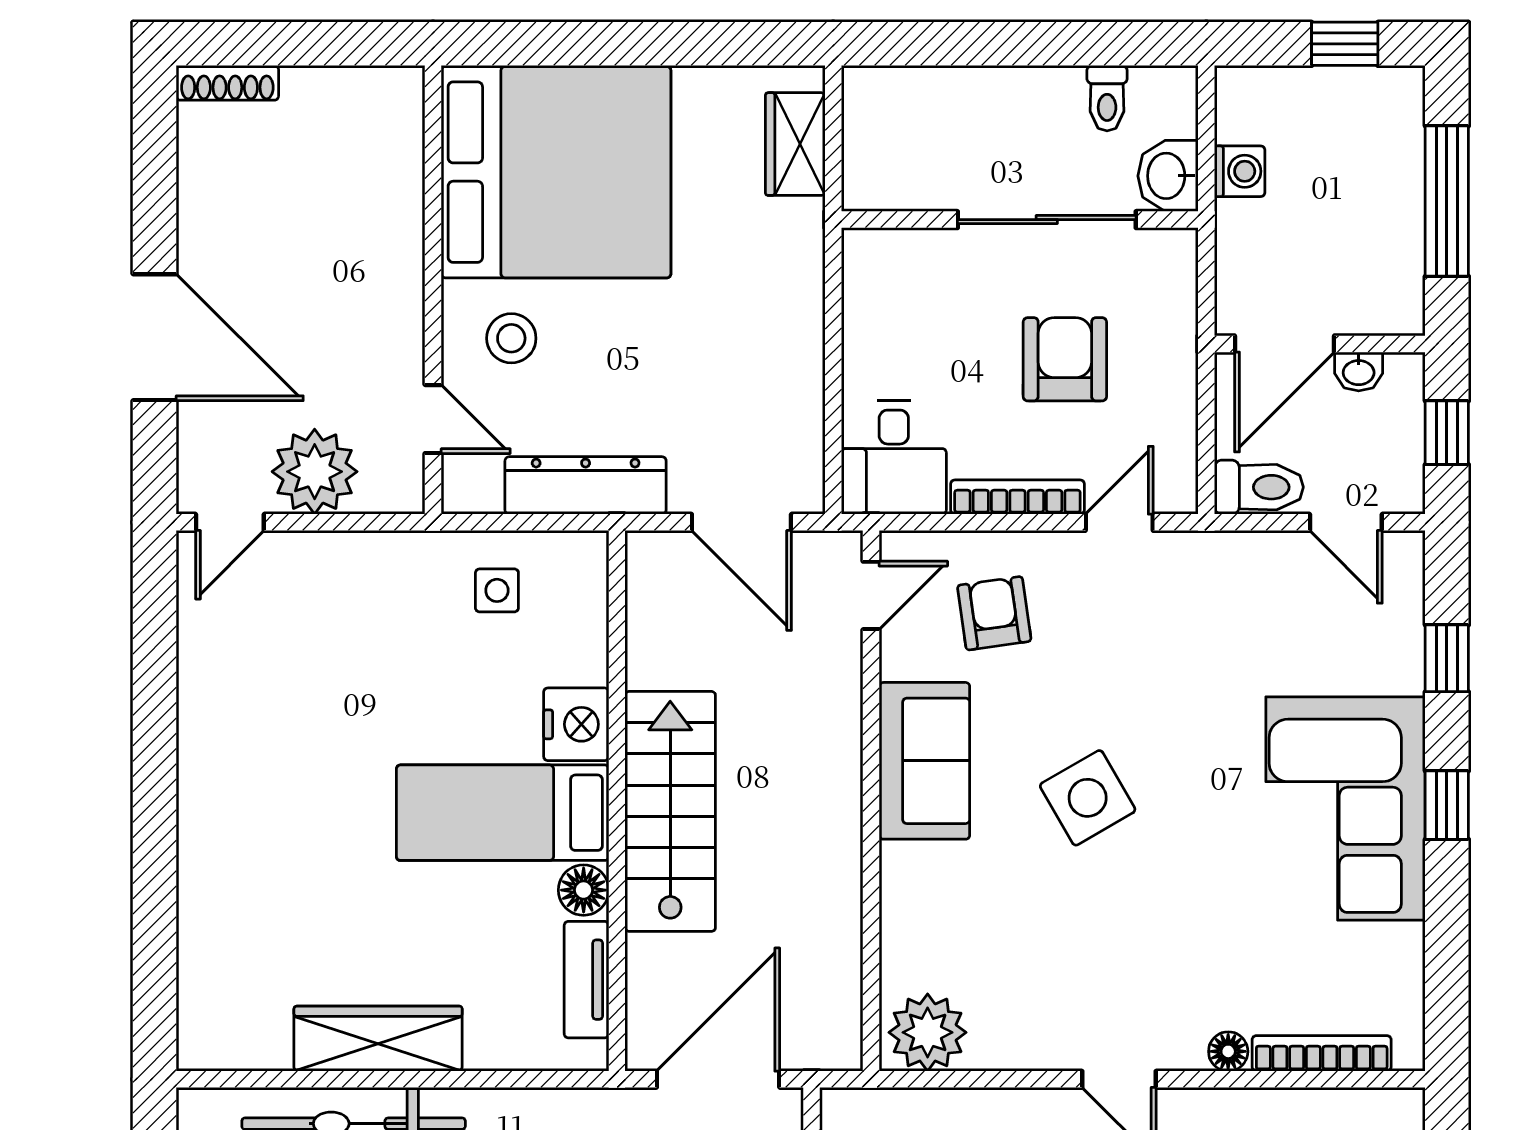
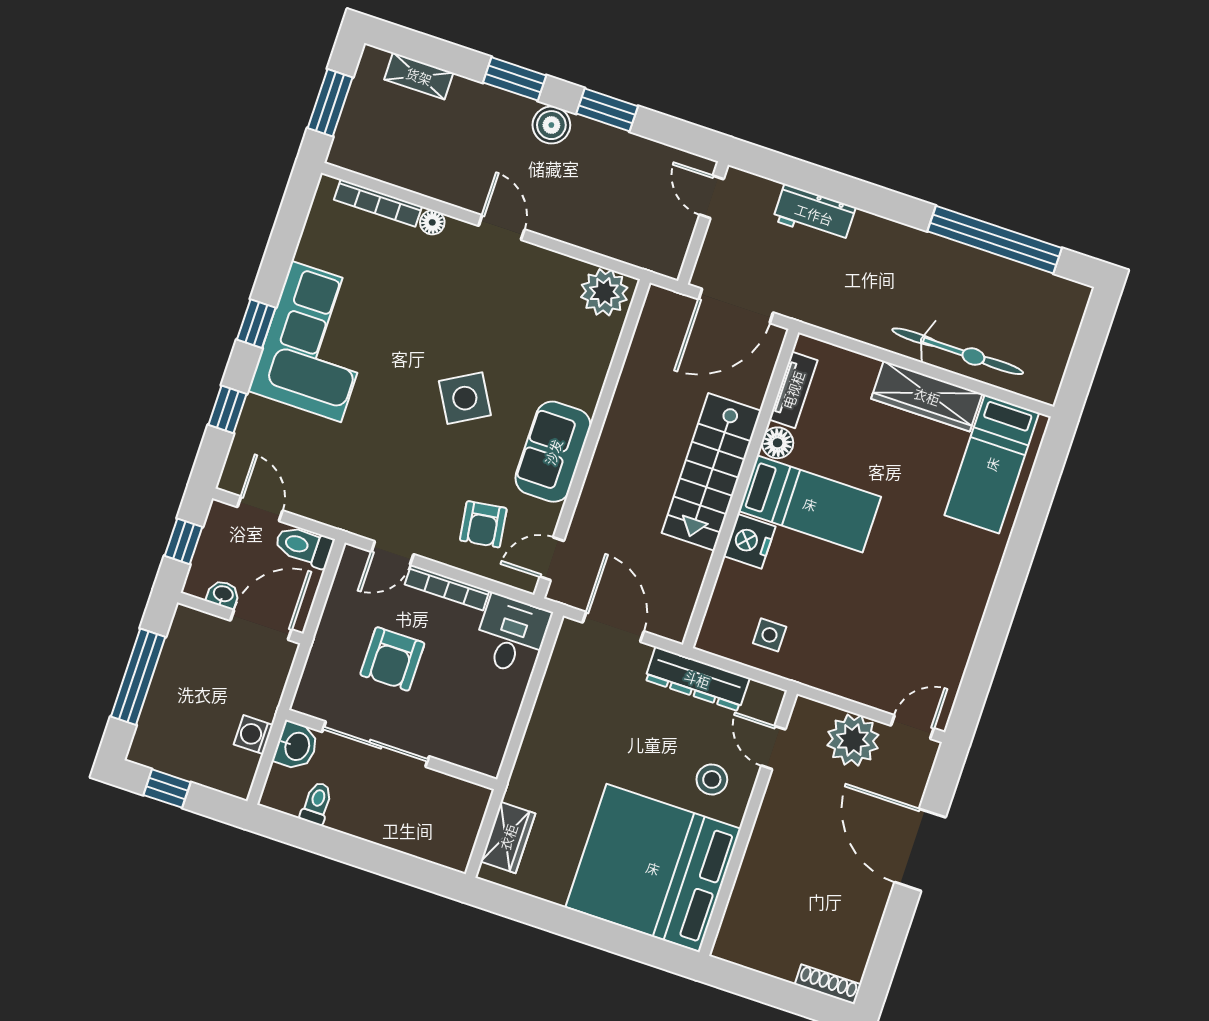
bed: (243, 968) -> (992, 464), added

